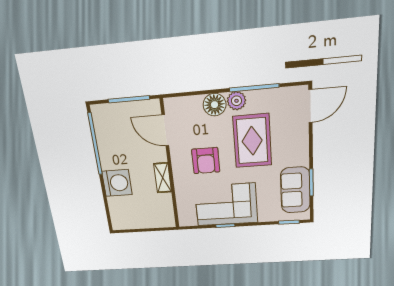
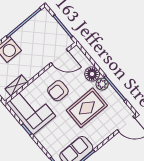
door: (165, 130) -> (60, 57), swing flipped
shelving: (163, 178) -> (16, 85), moved
corner sofa: (226, 205) -> (31, 110), moved

